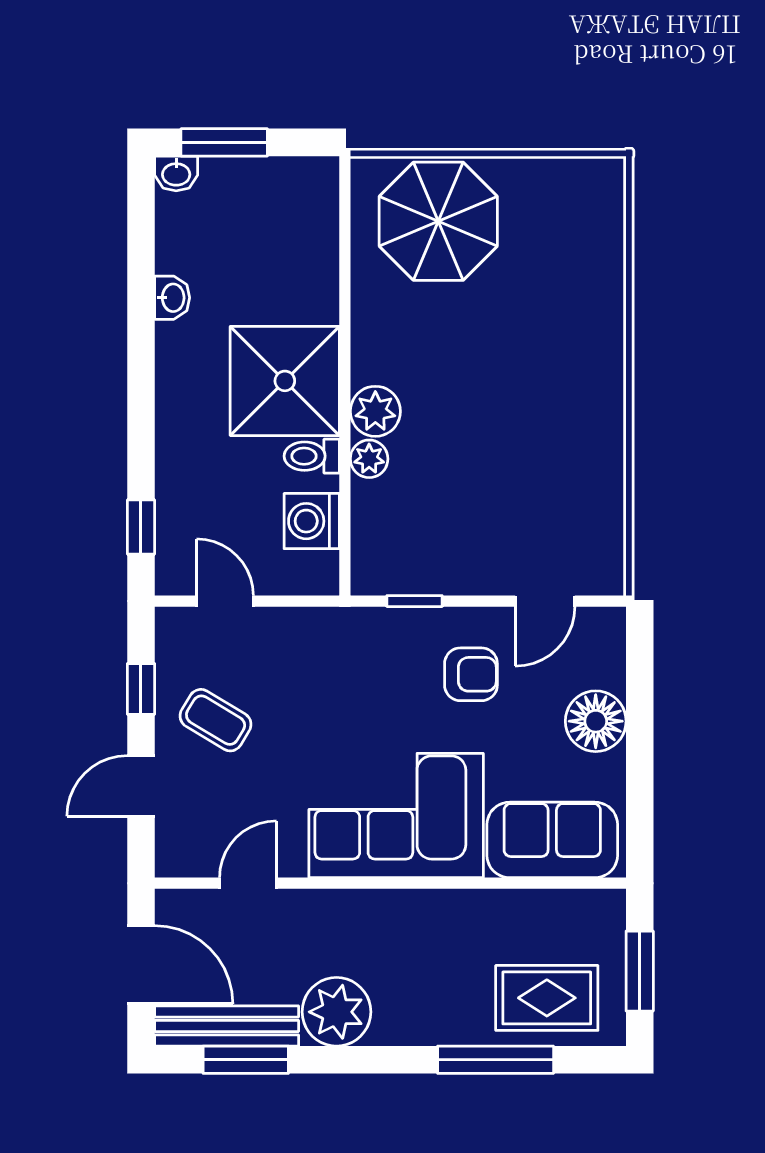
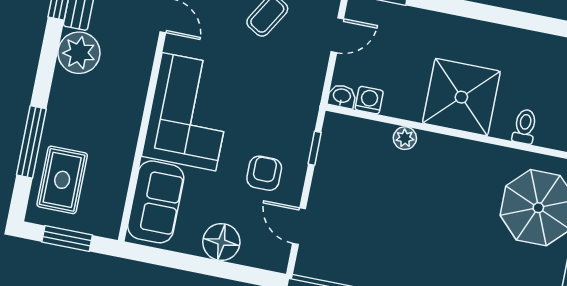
washbasin: (172, 298) -> (342, 96), moved, turned 180
plant: (375, 411) -> (432, 148), removed
toilet: (312, 456) -> (525, 126), moved
washing machine: (312, 521) -> (369, 100), width x0.73, depth x0.73
armchair: (471, 674) -> (264, 173), turned 180

